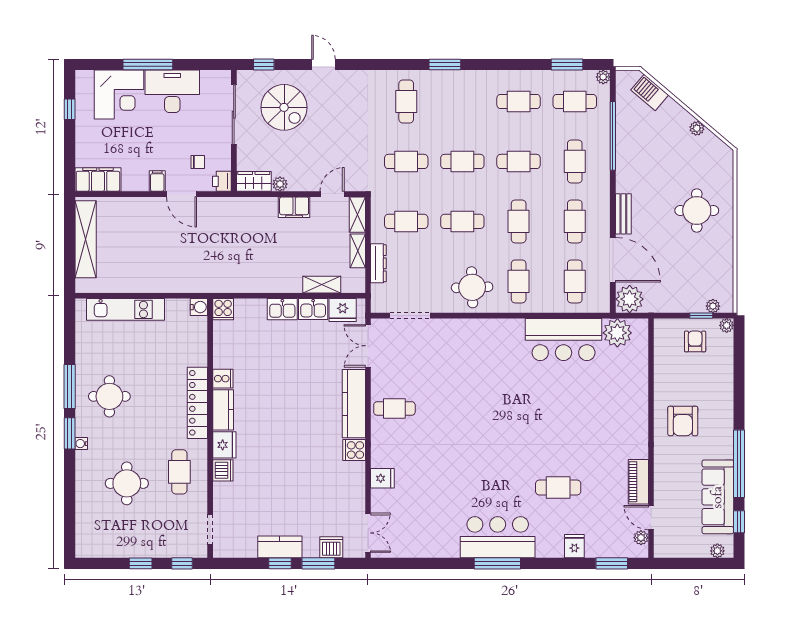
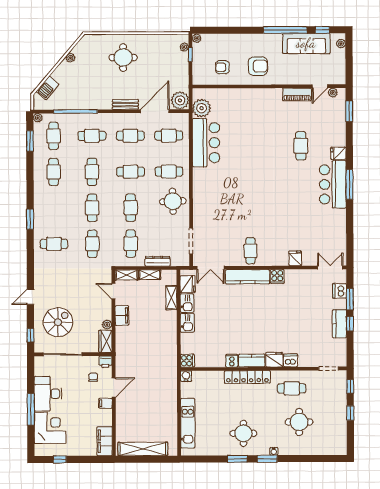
armchair: (695, 341) -> (222, 67), moved
window: (70, 387) -> (237, 459), width x0.69
fridge: (574, 546) -> (338, 153), moved

